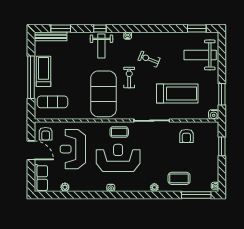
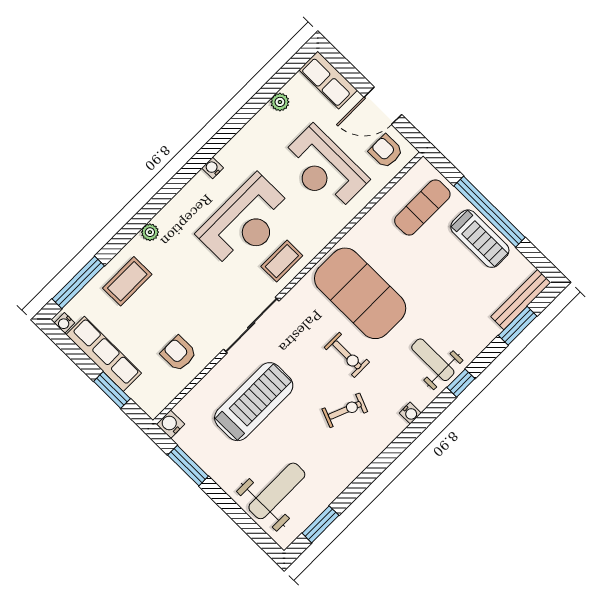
treadmill: (177, 94) -> (254, 402), turned 180
reception desk: (73, 149) -> (324, 169), turned 180
row of seats: (212, 162) -> (104, 354), added

